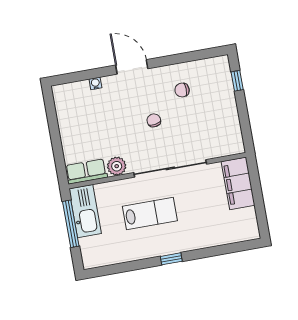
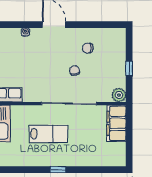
window: (237, 81) -> (129, 69), moved
chair: (154, 120) -> (75, 71), moved
plant: (117, 166) -> (119, 95), moved

